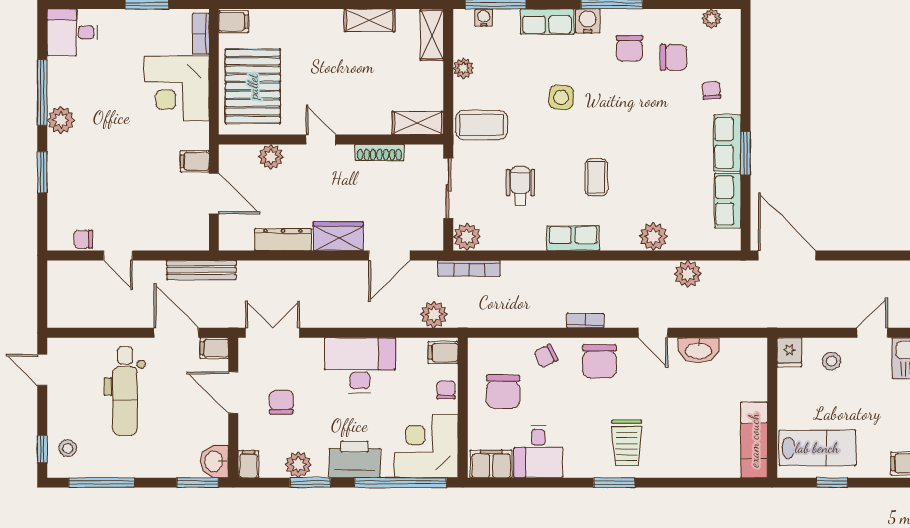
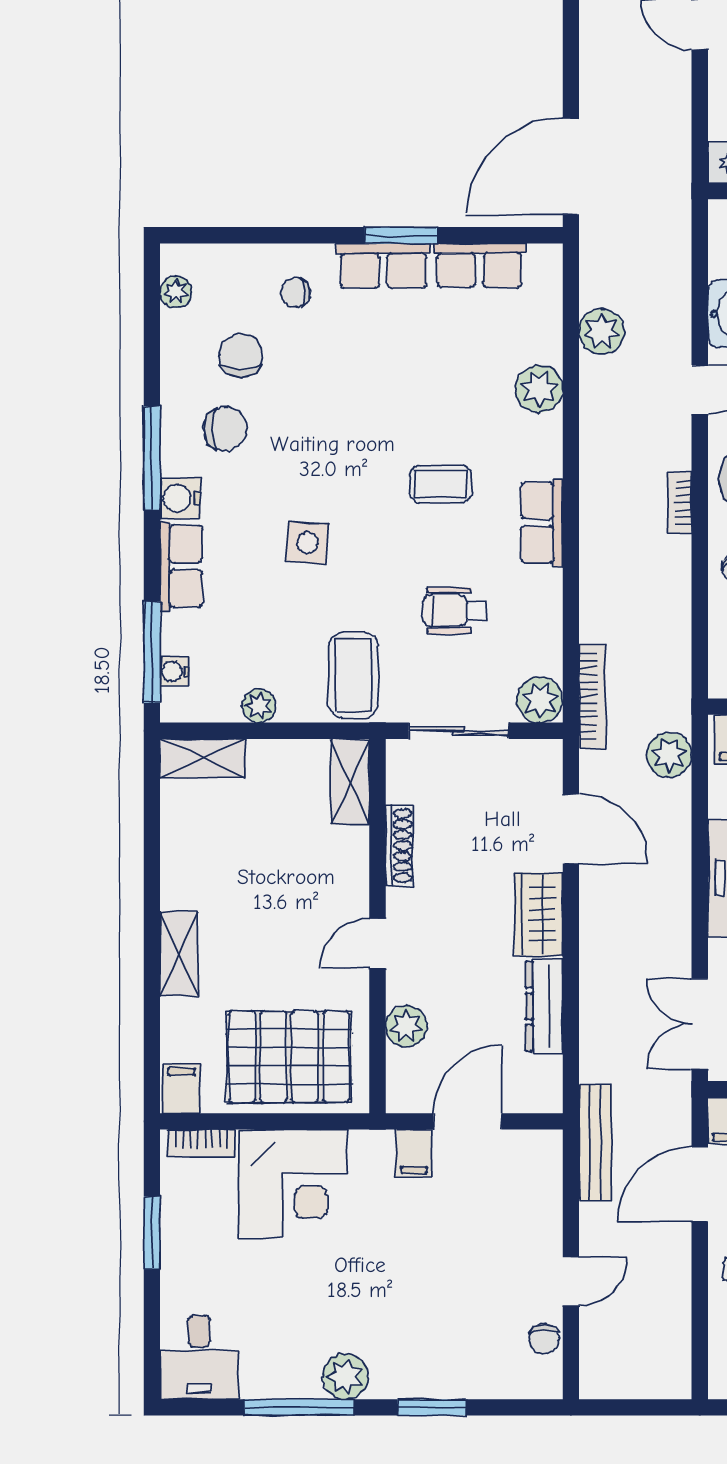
shelving: (370, 20) -> (179, 954), moved

